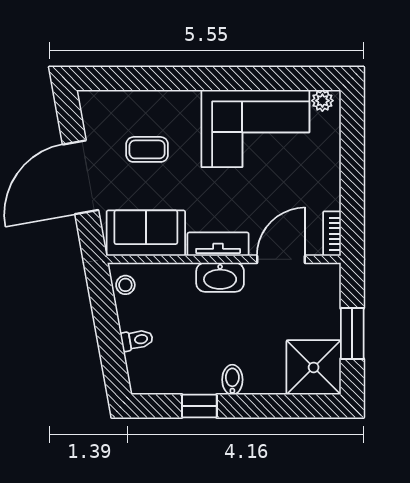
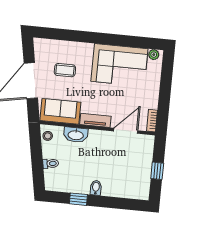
washbasin: (220, 277) -> (76, 135), moved
window: (352, 334) -> (157, 171), width x0.67
shower: (314, 367) -> (137, 186), removed

